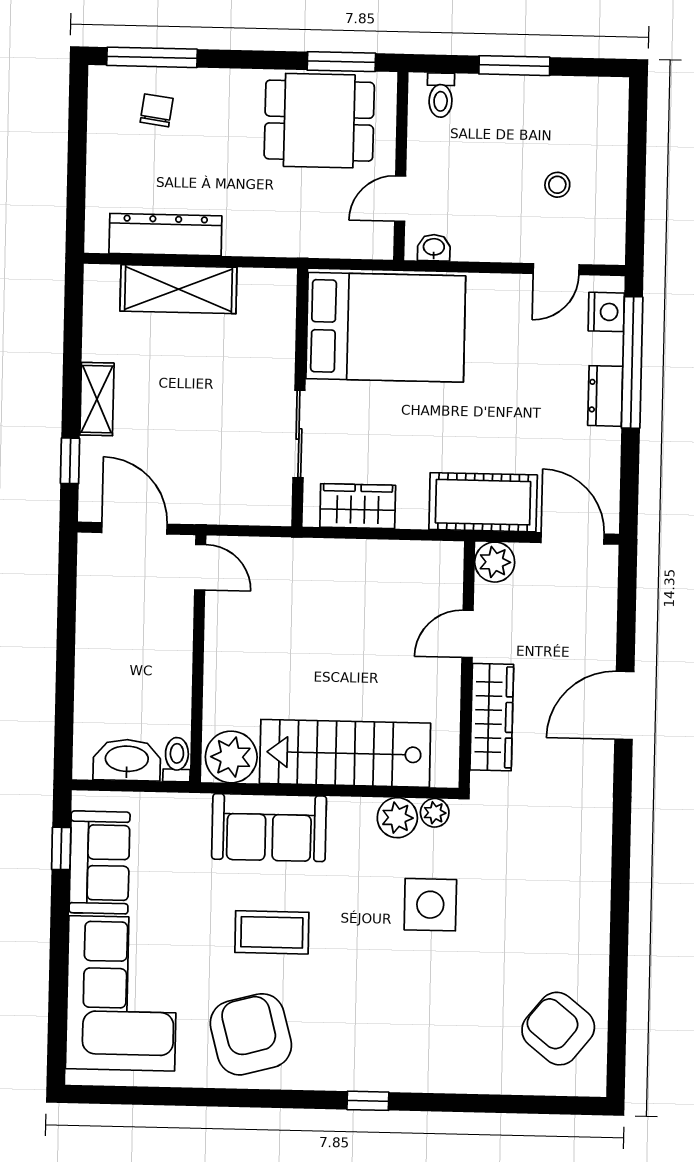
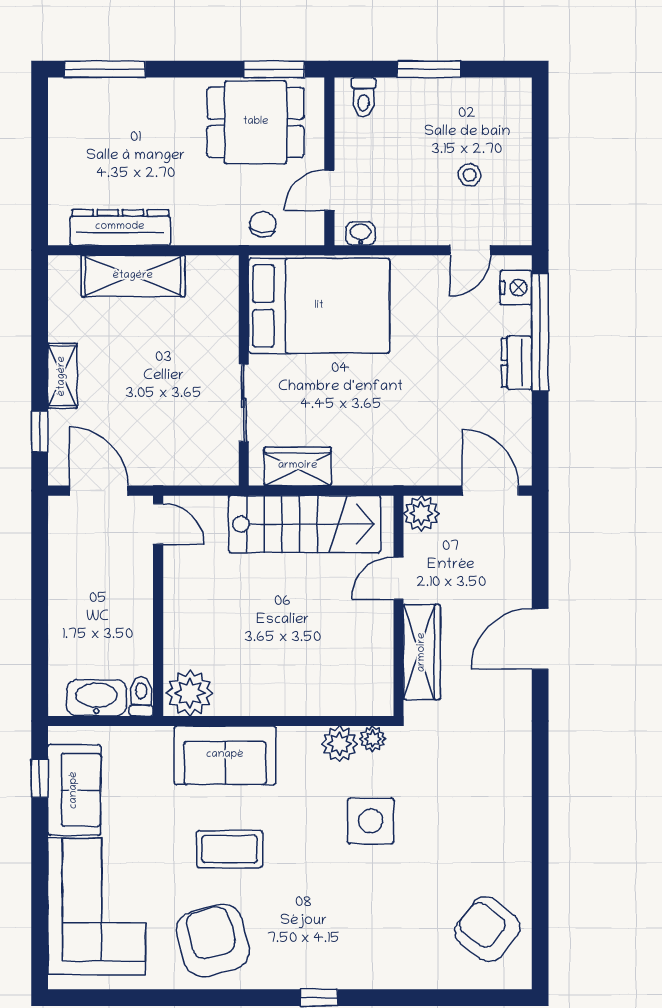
chair: (157, 110) -> (263, 224), moved
cot: (483, 502) -> (410, 460), removed
stairs: (345, 753) -> (305, 524), moved, turned 180

